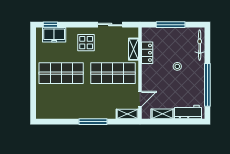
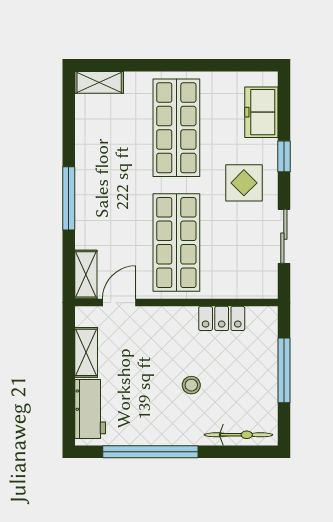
window: (50, 25) -> (284, 156), moved
shelving: (133, 49) -> (99, 82), moved
door: (140, 99) -> (119, 303), swing flipped

